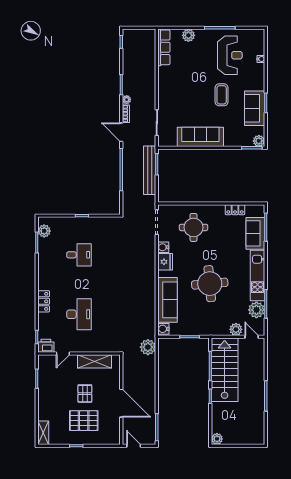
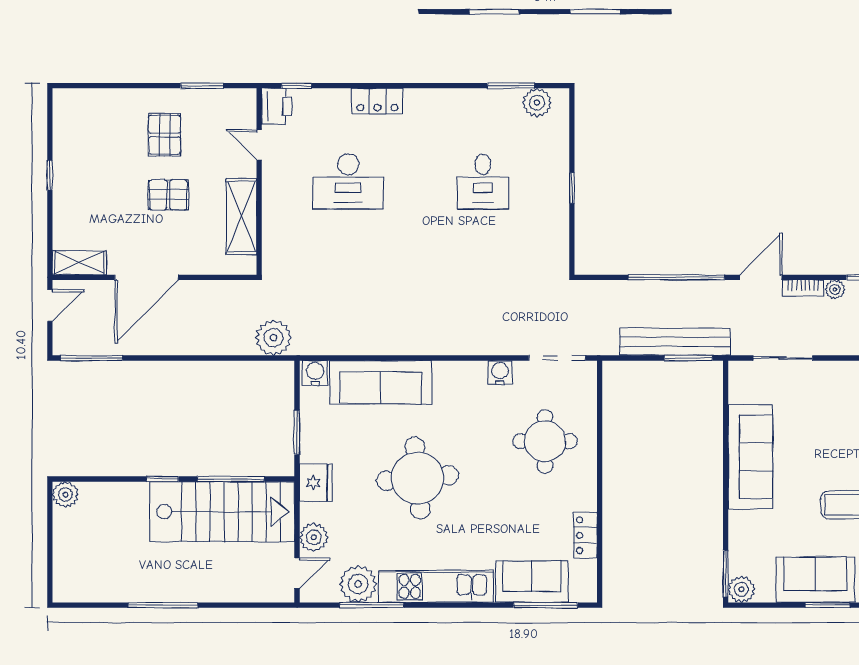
fridge: (165, 262) -> (316, 483), moved, turned -90
pallet: (84, 421) -> (164, 135), moved, width x0.67, depth x0.71
shelving: (43, 433) -> (79, 263), moved

